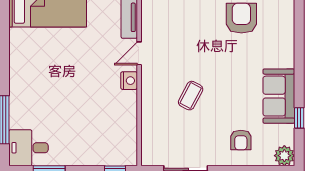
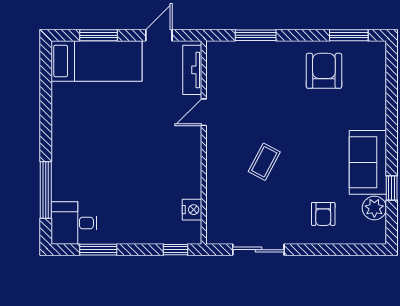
nightstand: (129, 81) -> (192, 210), moved
plant: (284, 156) -> (374, 208), moved

